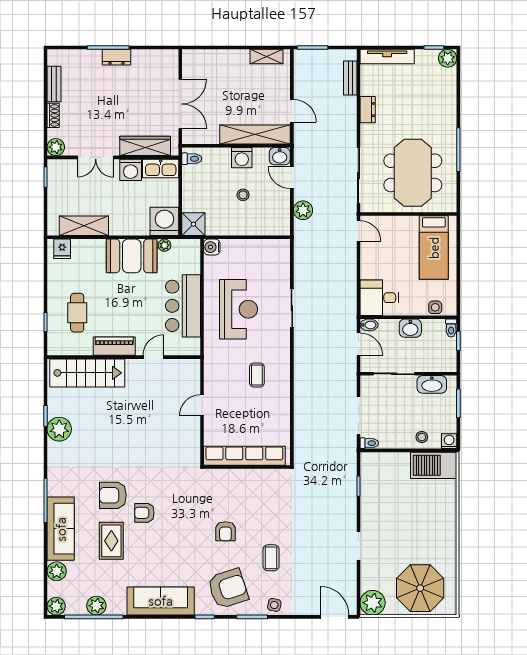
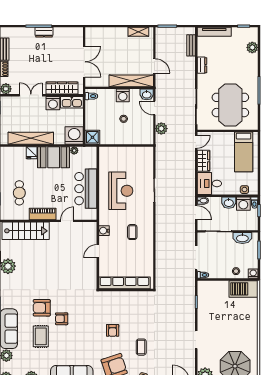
plant: (448, 58) -> (252, 47), moved
double door: (96, 157) -> (31, 95), swing flipped
shelving: (84, 226) -> (31, 138), width x1.47
door: (358, 231) -> (196, 142), hinge flipped
water cooler: (212, 247) -> (104, 231), moved
fridge: (62, 249) -> (32, 153), moved
wardrobe: (370, 262) -> (203, 161), added
washing machine: (433, 330) -> (243, 204), added

